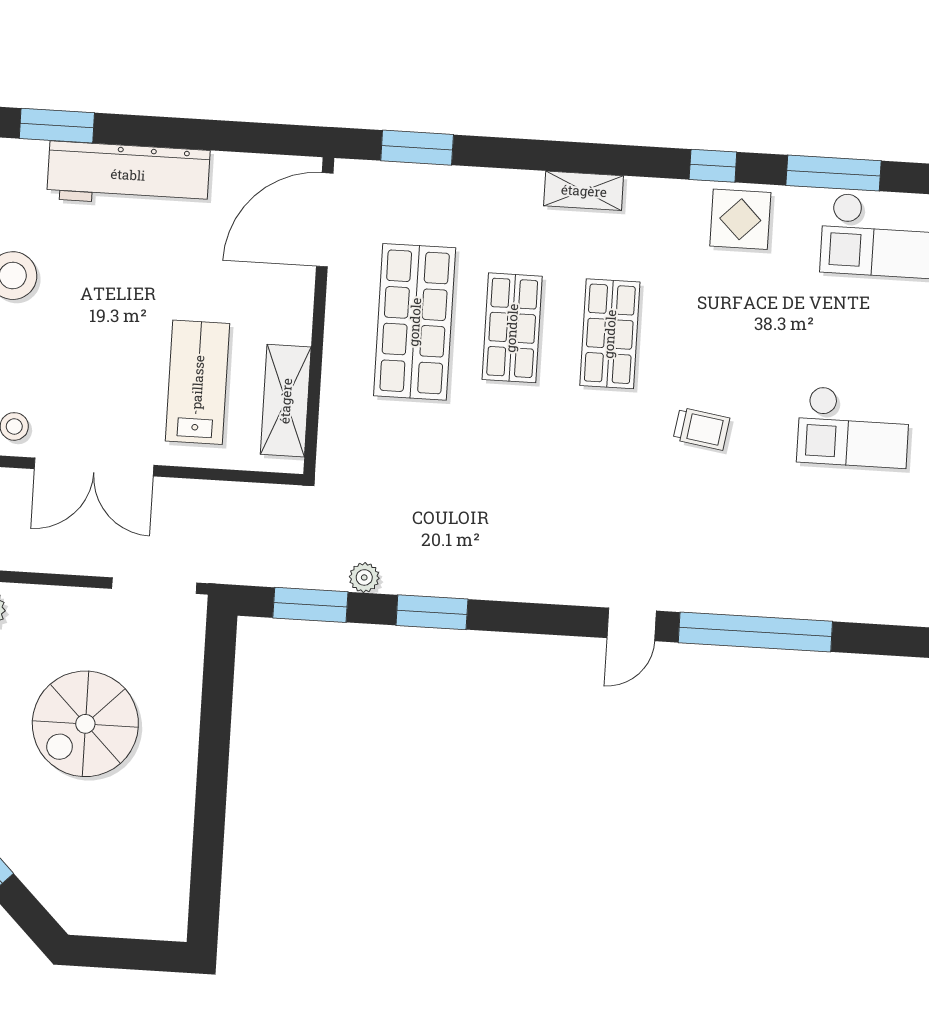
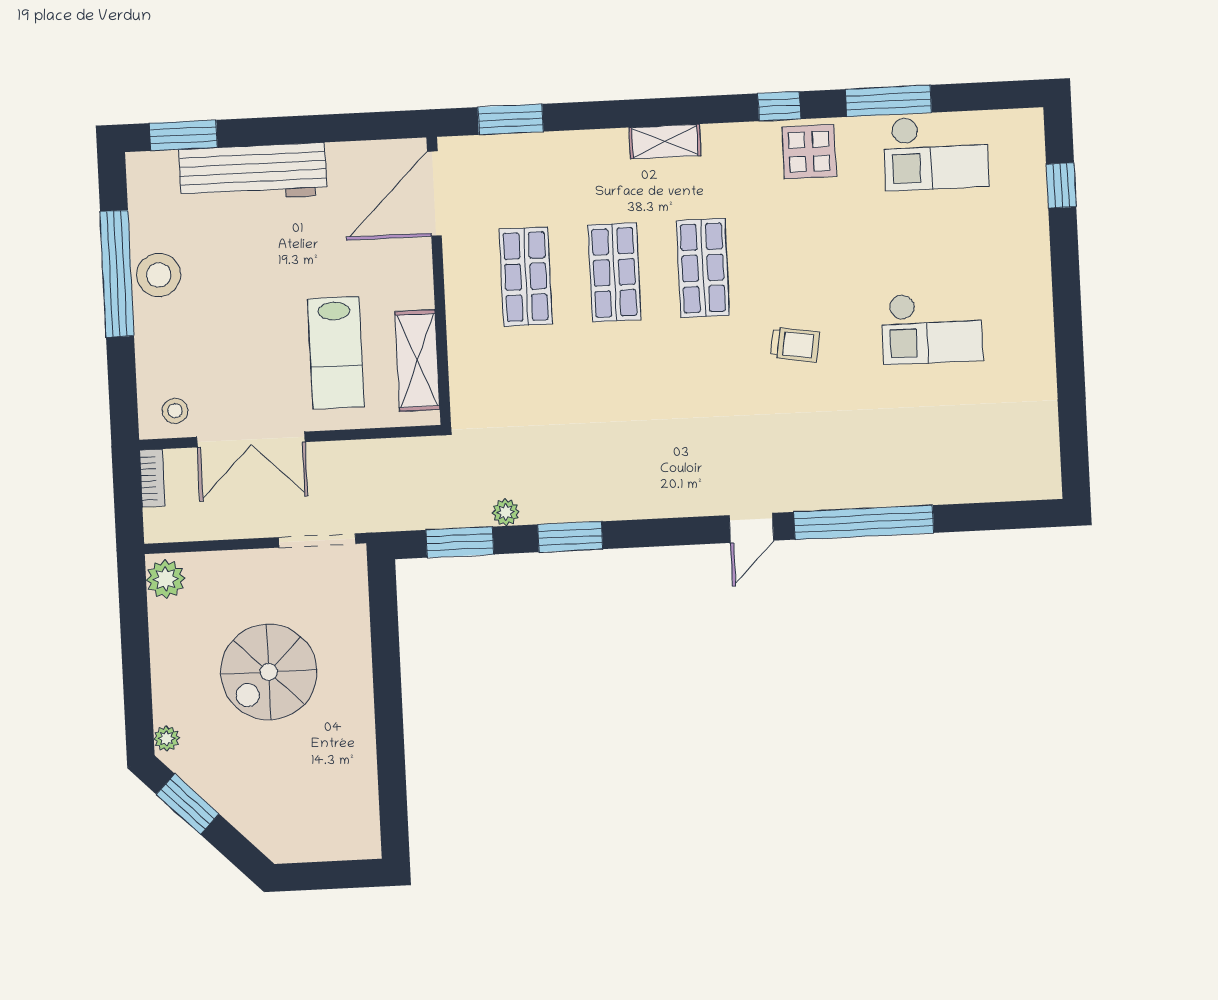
shop shelf: (415, 322) -> (526, 277), width x0.70, depth x0.74
lab bench: (198, 382) -> (336, 353), turned 180

